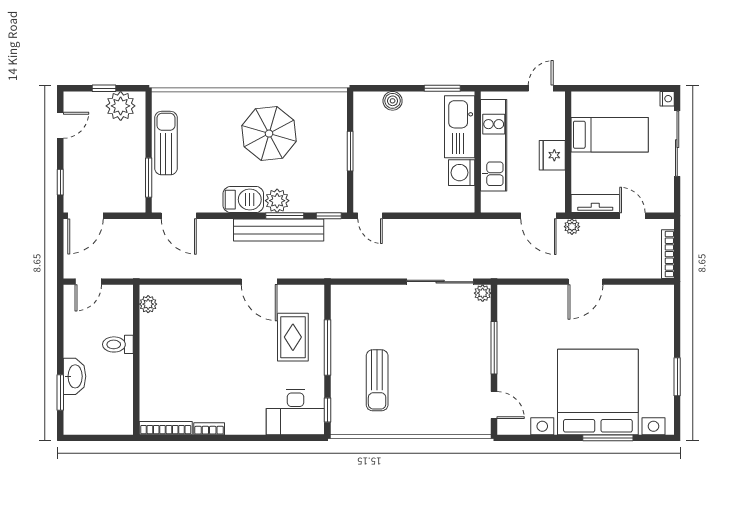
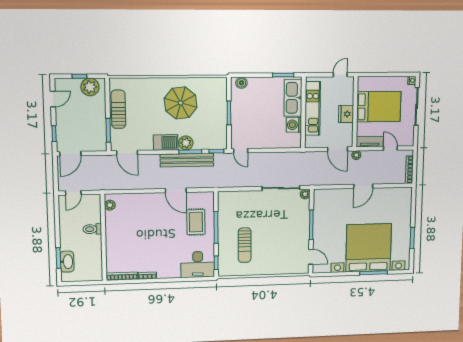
boiler: (393, 101) -> (241, 83), moved
bed: (610, 135) -> (379, 107), width x1.50
washbasin: (74, 376) -> (67, 262), moved

